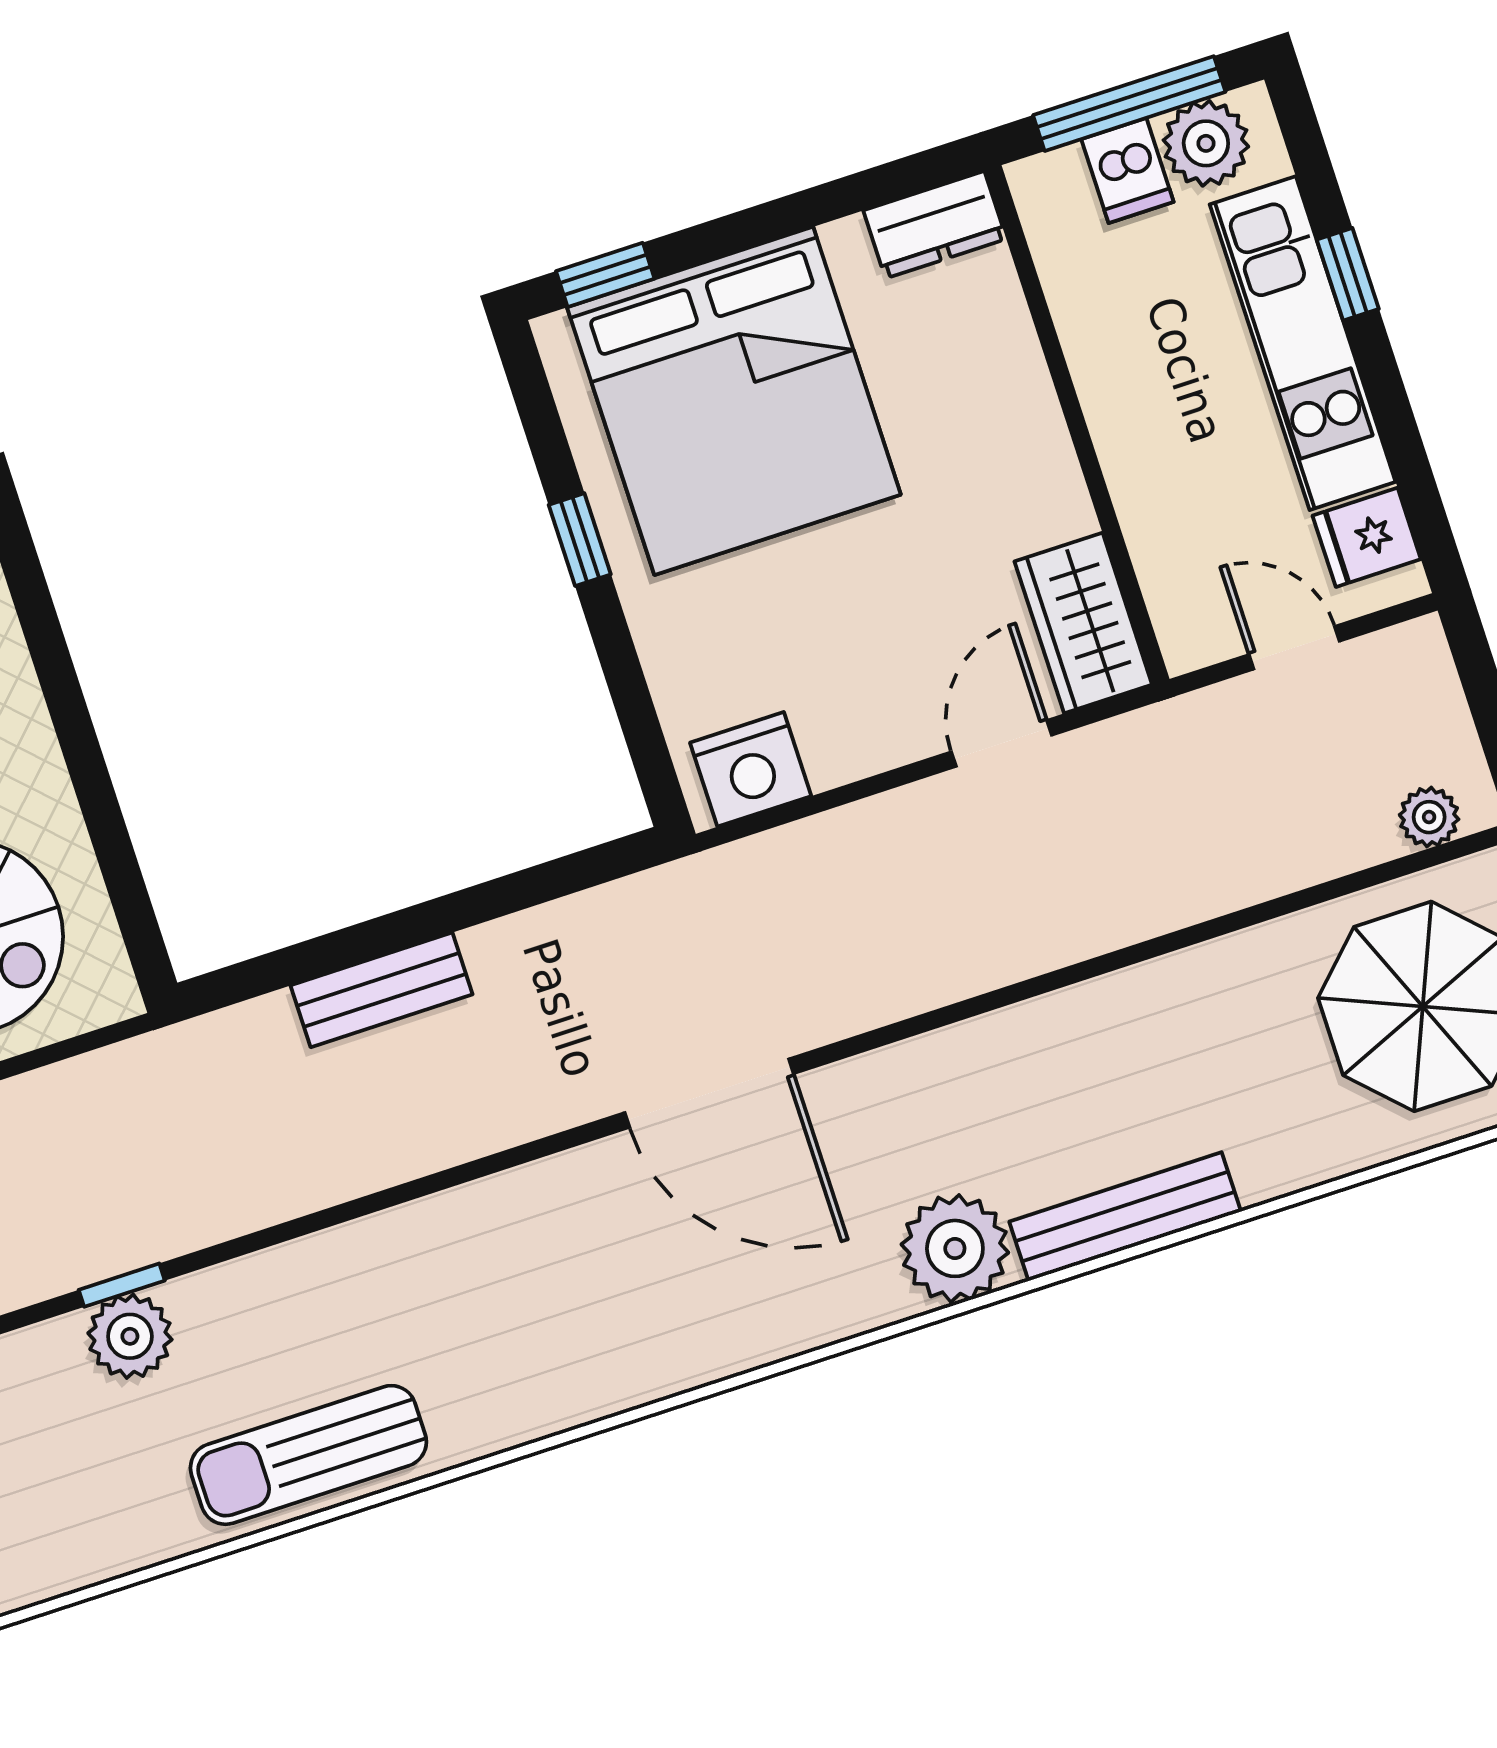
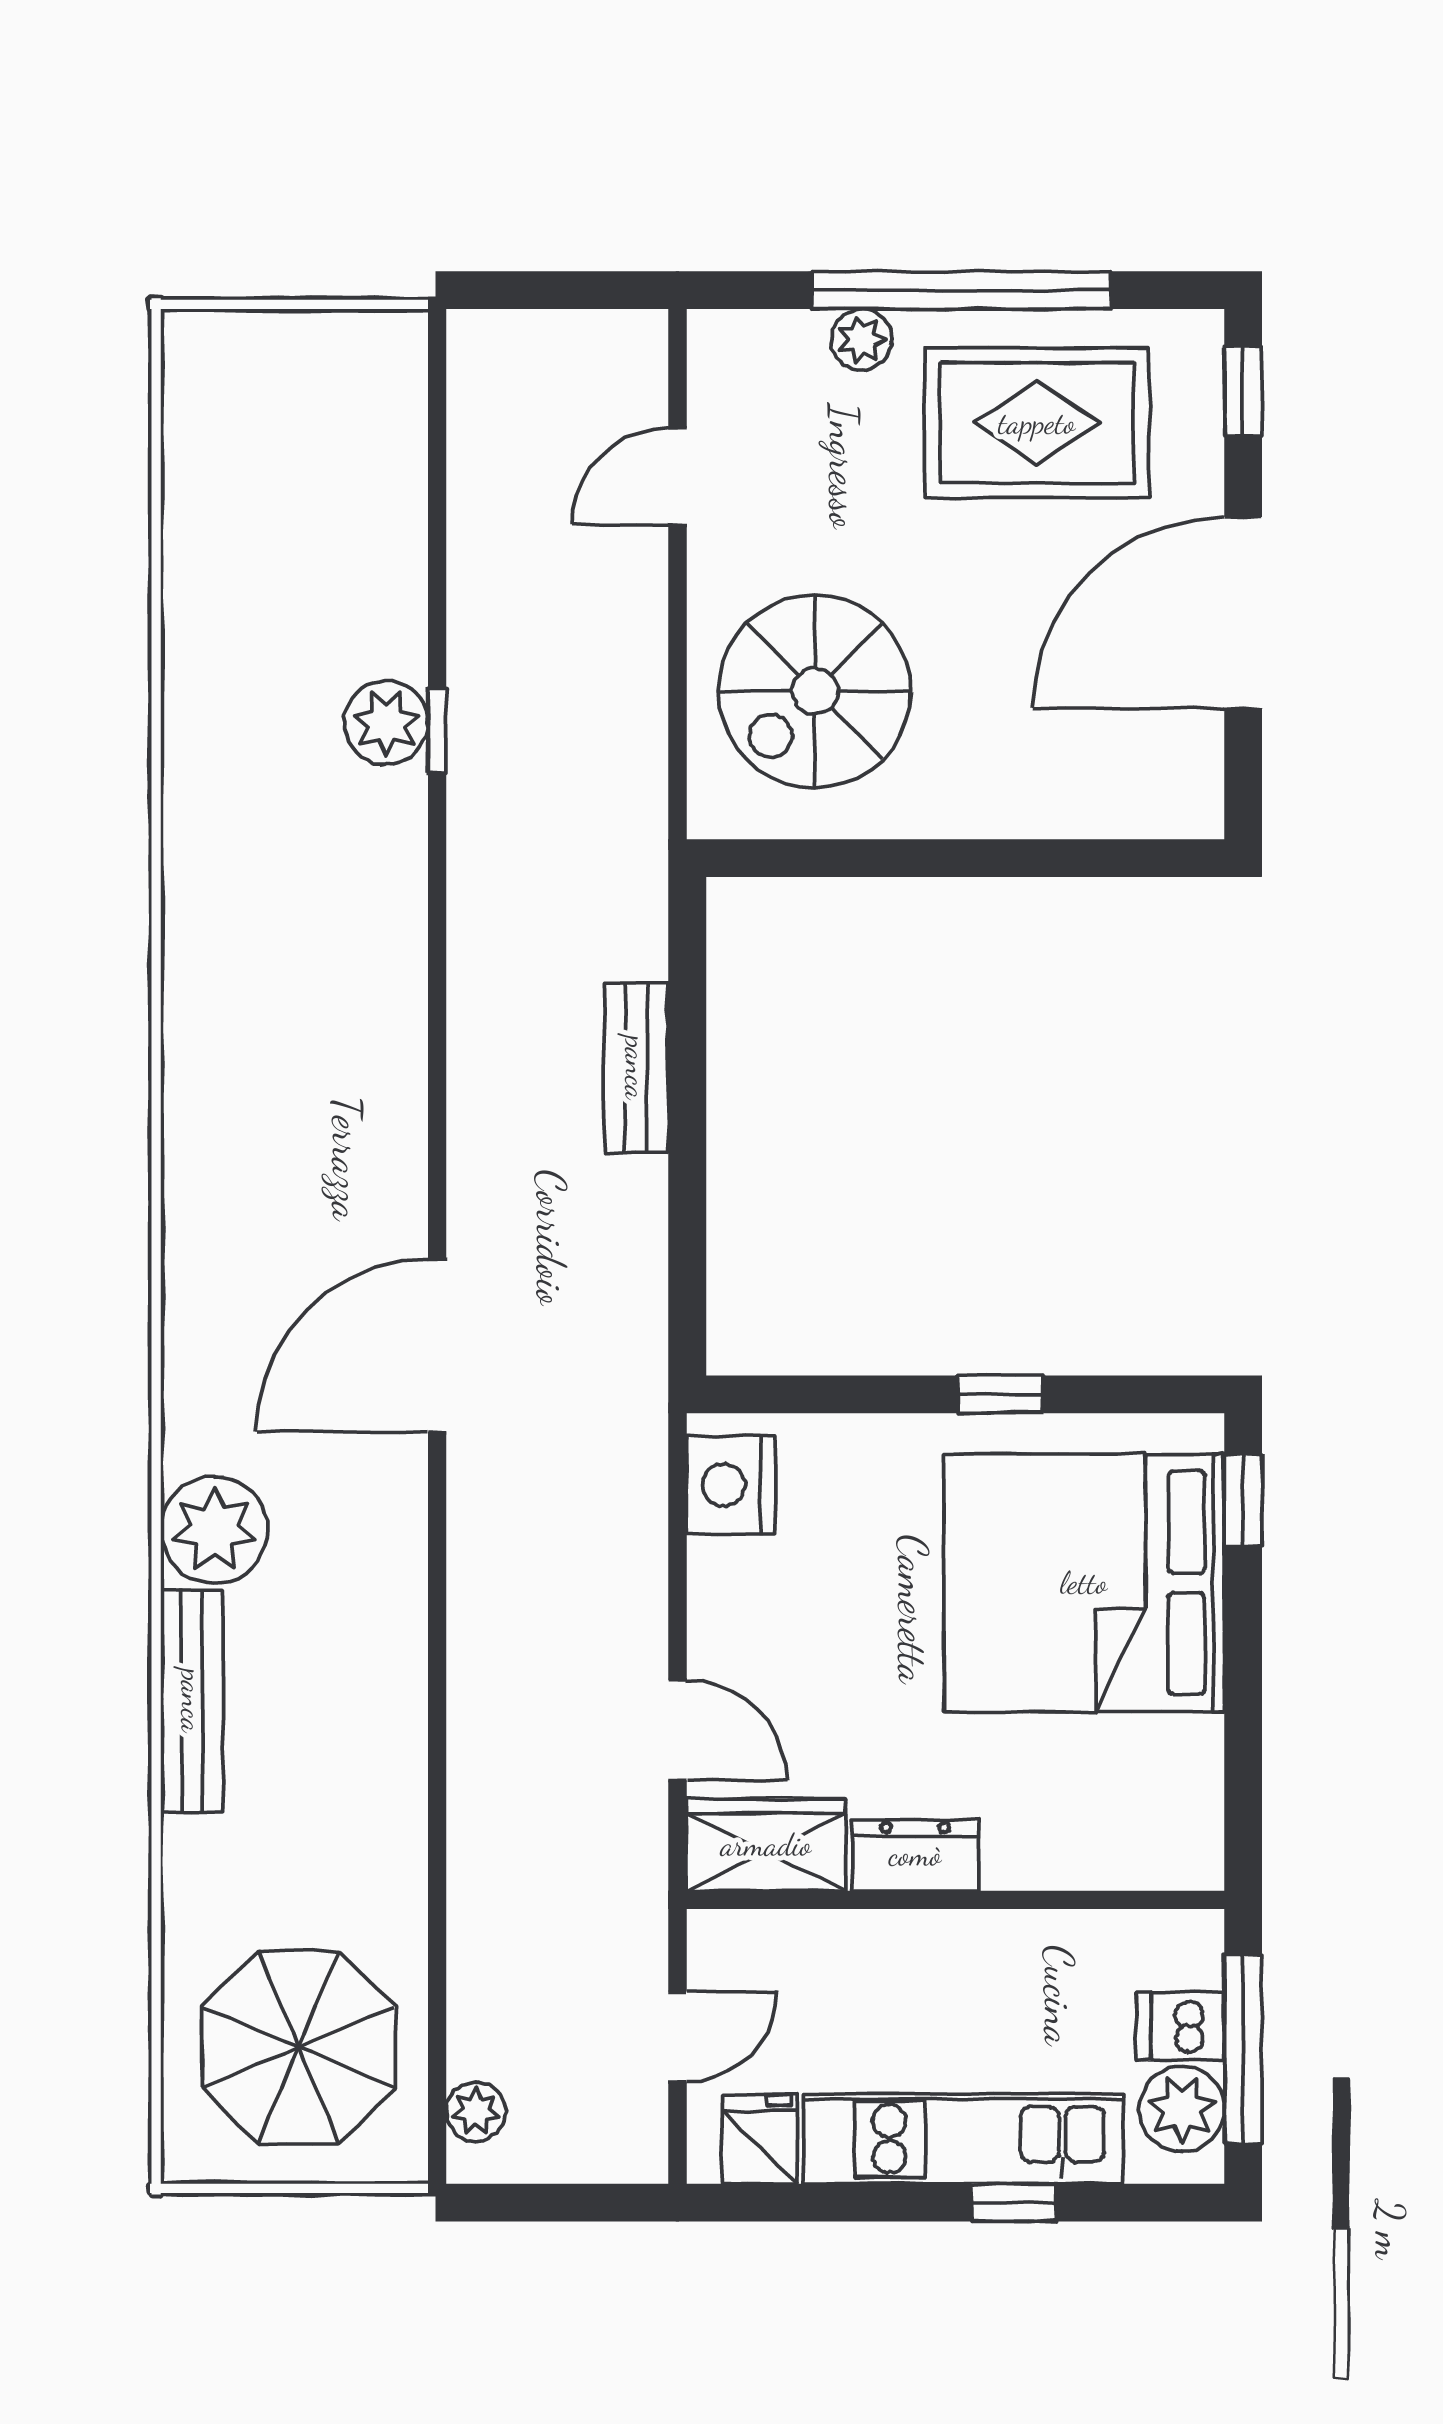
dresser: (935, 225) -> (915, 1855), moved, turned 90
sun lounger: (308, 1455) -> (219, 855), removed

